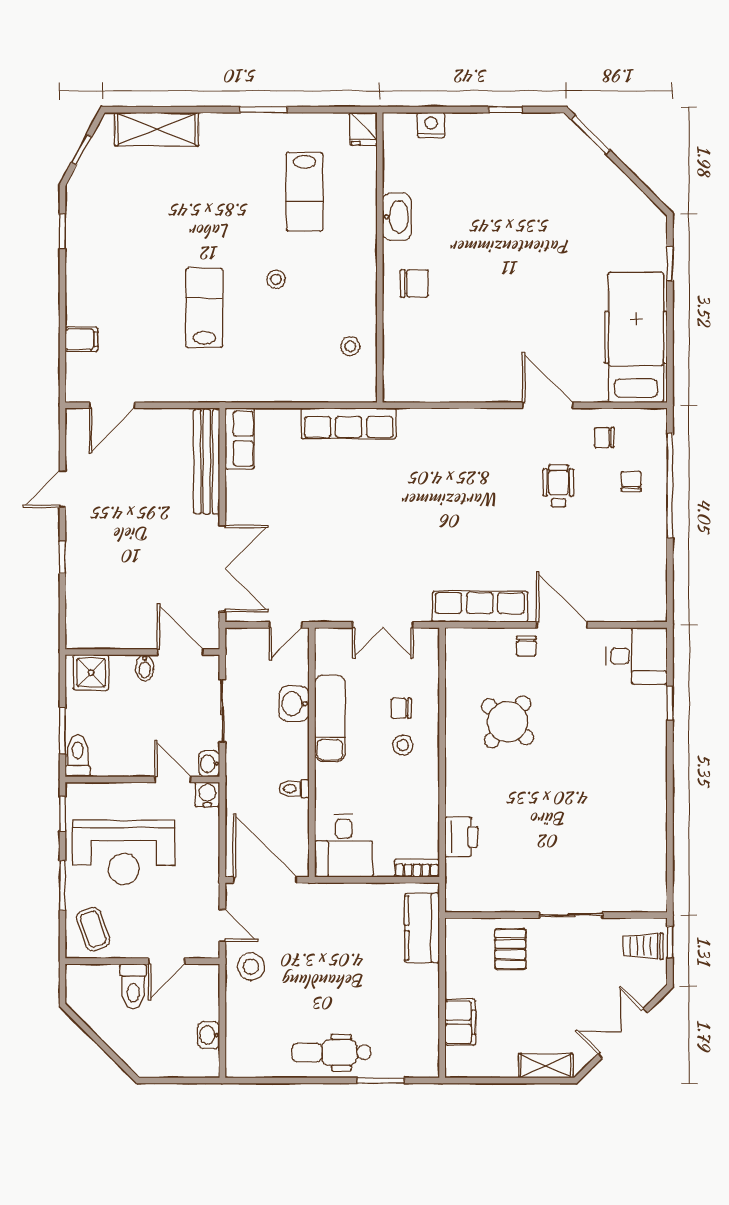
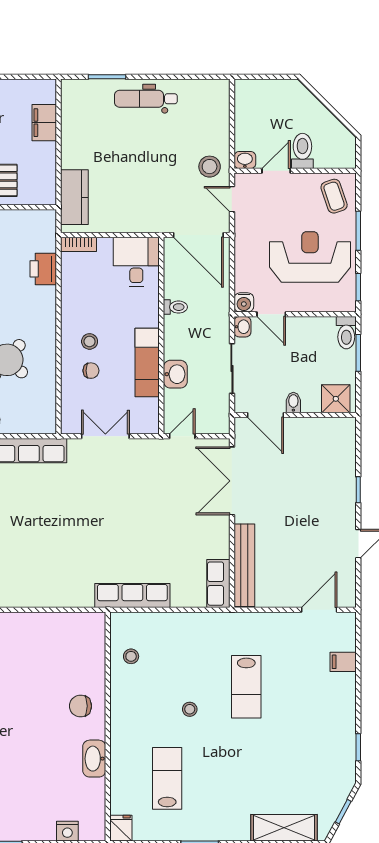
washbasin: (209, 1035) -> (245, 160), moved, turned -90
dental chair: (331, 1053) -> (146, 99), turned 180

